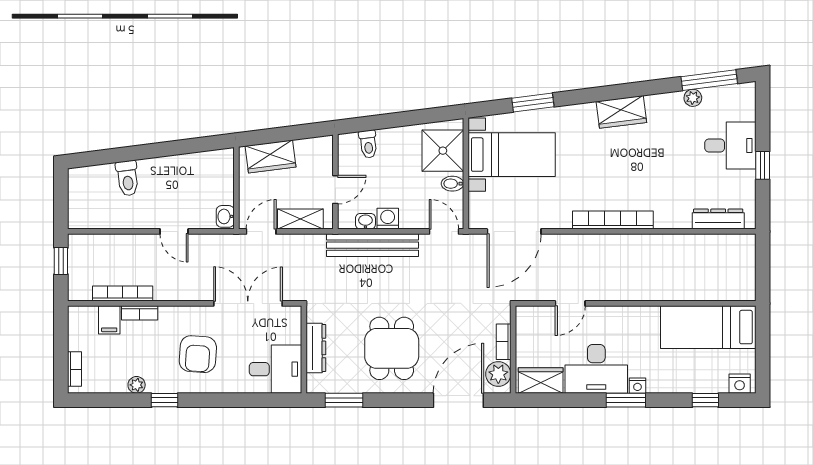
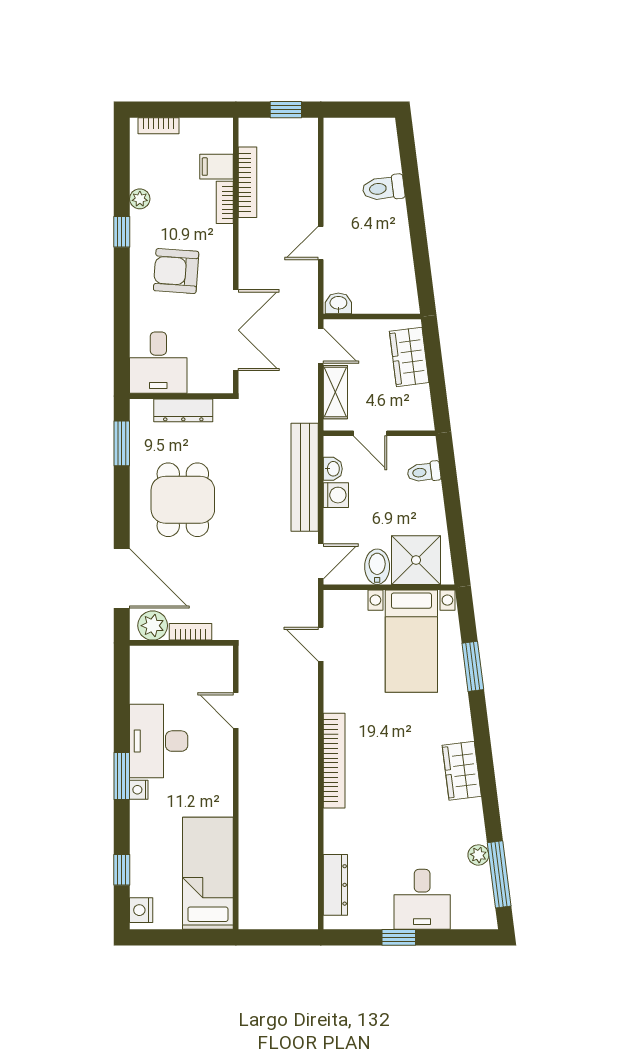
bidet: (452, 184) -> (377, 567), width x1.38, depth x1.36
door: (514, 231) -> (321, 644), width x0.53
dining table: (392, 348) -> (183, 500), turned 90
wardrobe: (541, 381) -> (145, 675), removed

